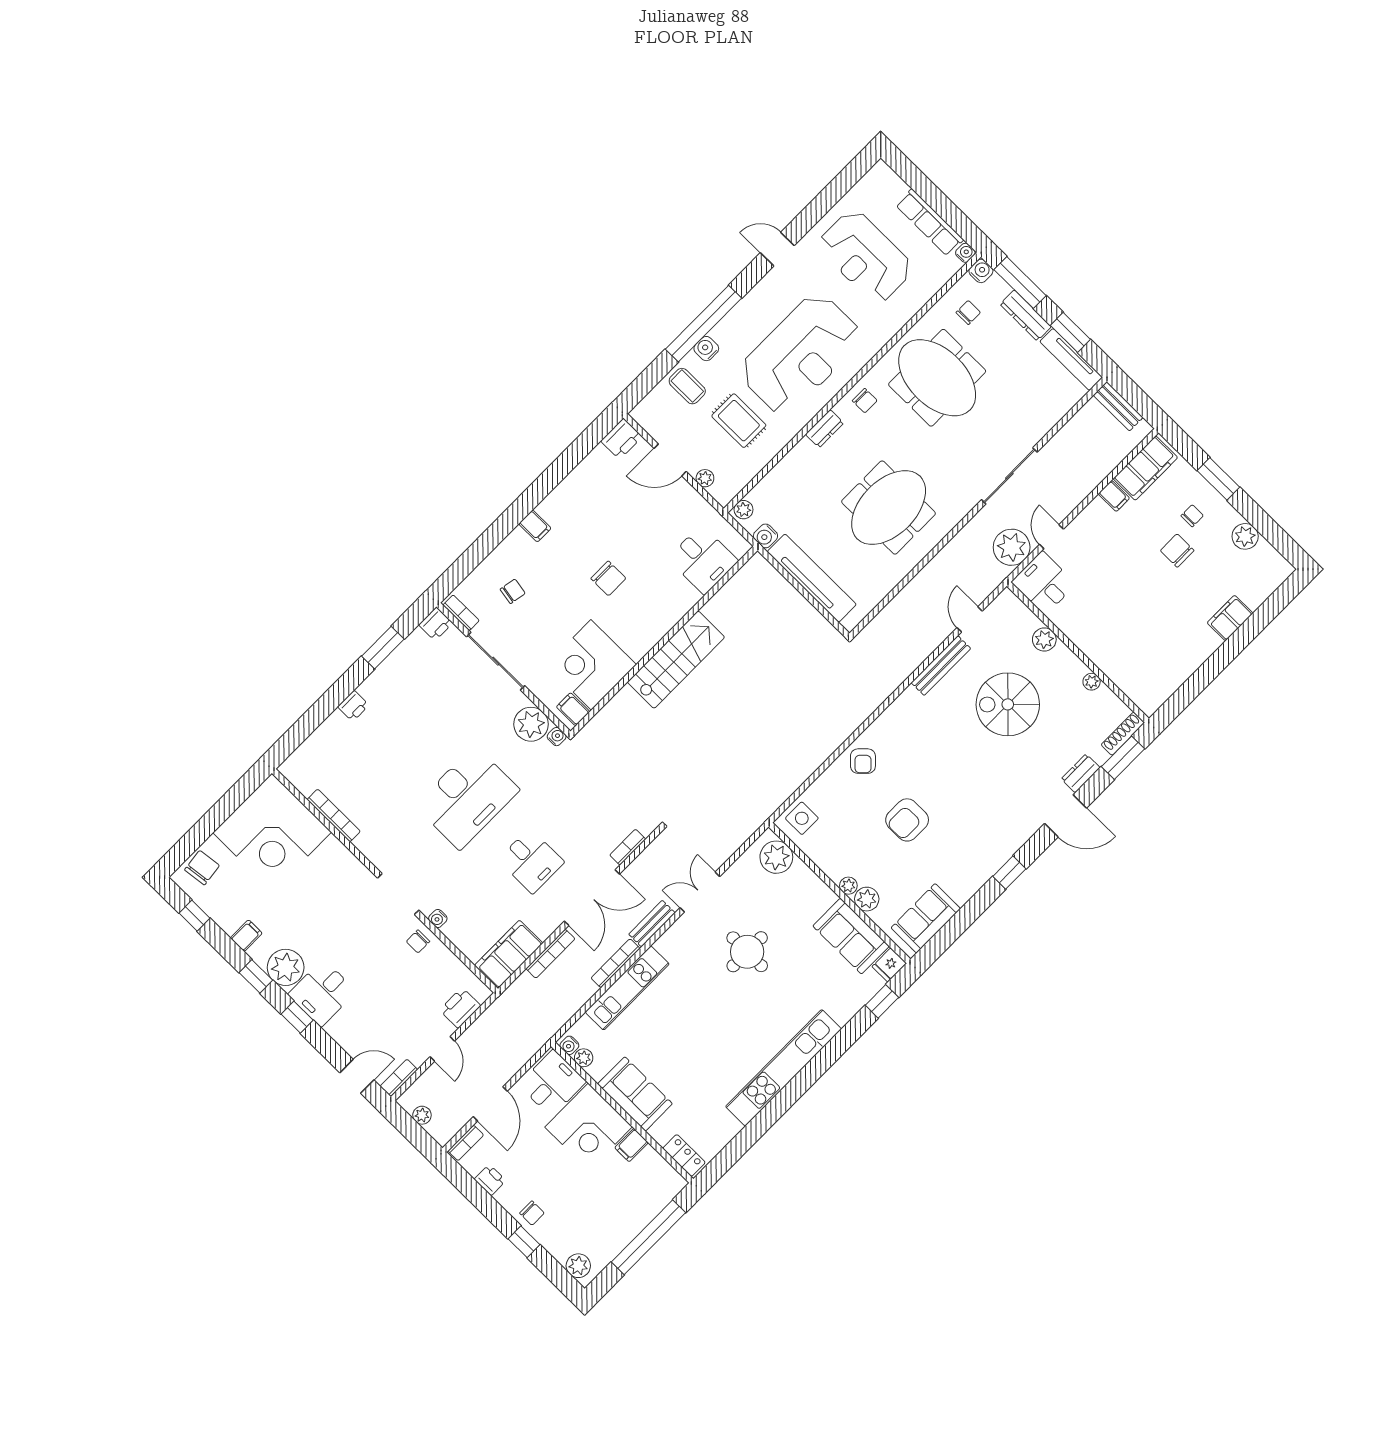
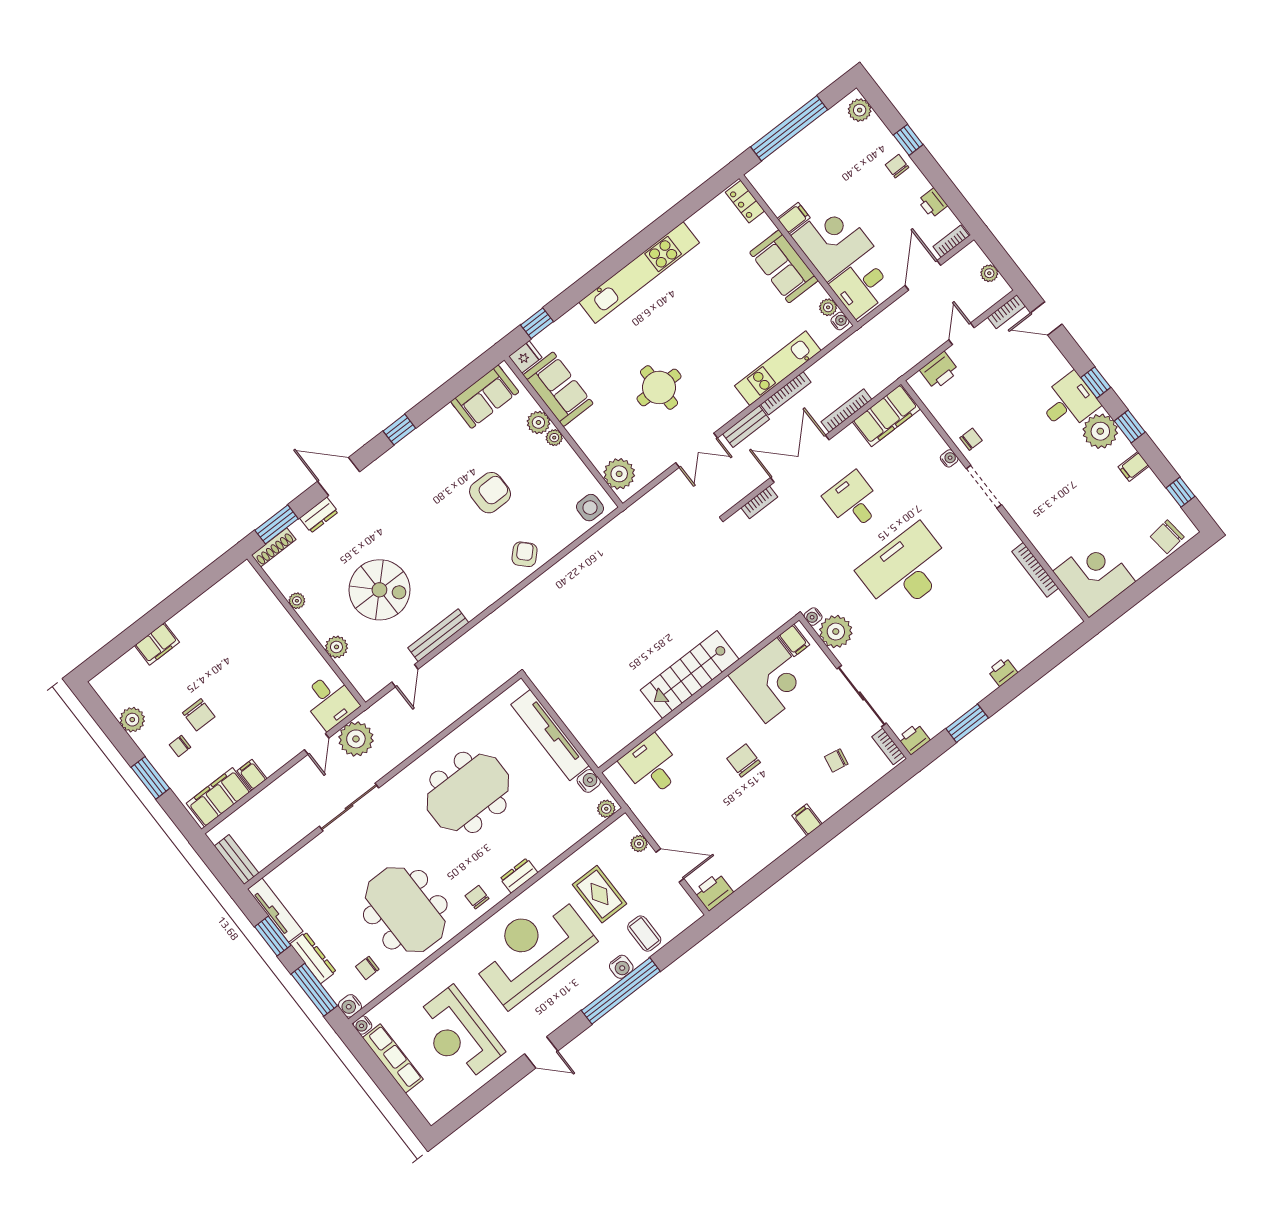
reception desk: (865, 257) -> (458, 1034), turned 180
corner desk: (272, 832) -> (1094, 576), width x0.74, depth x0.74

